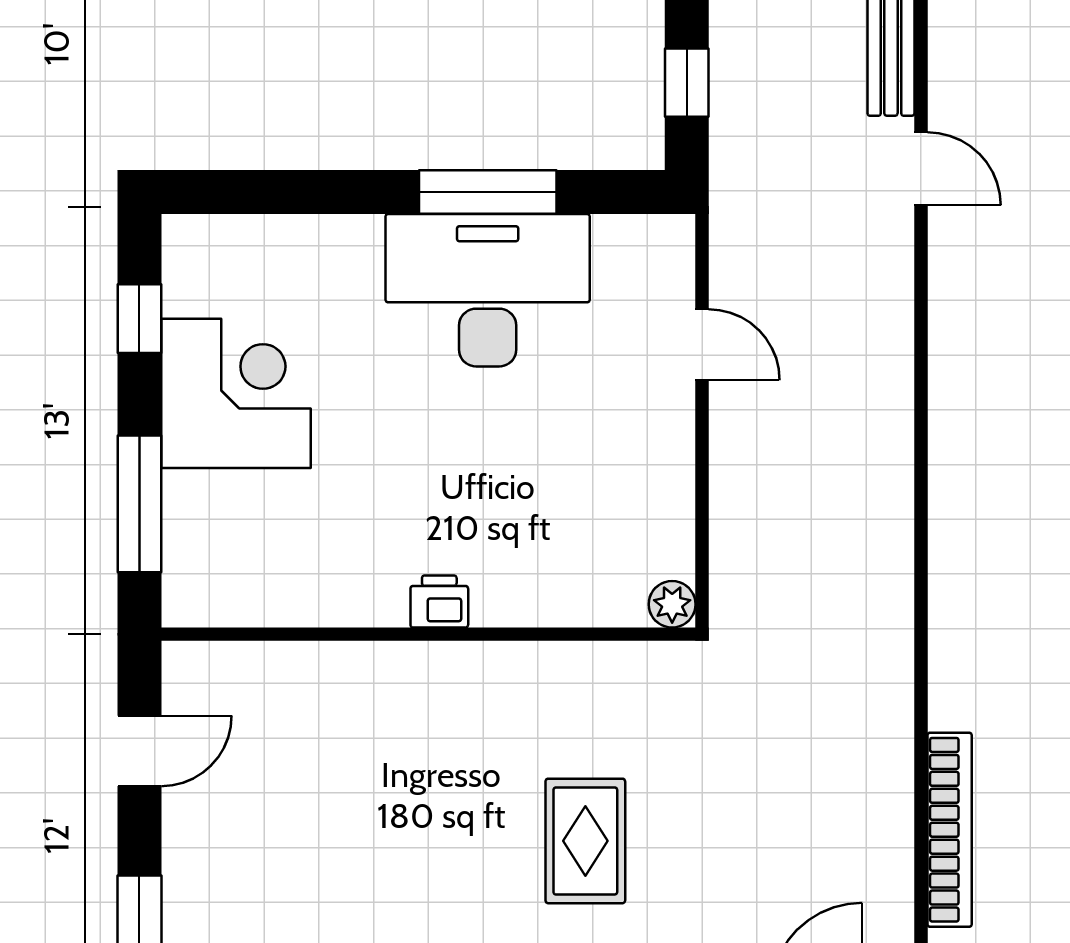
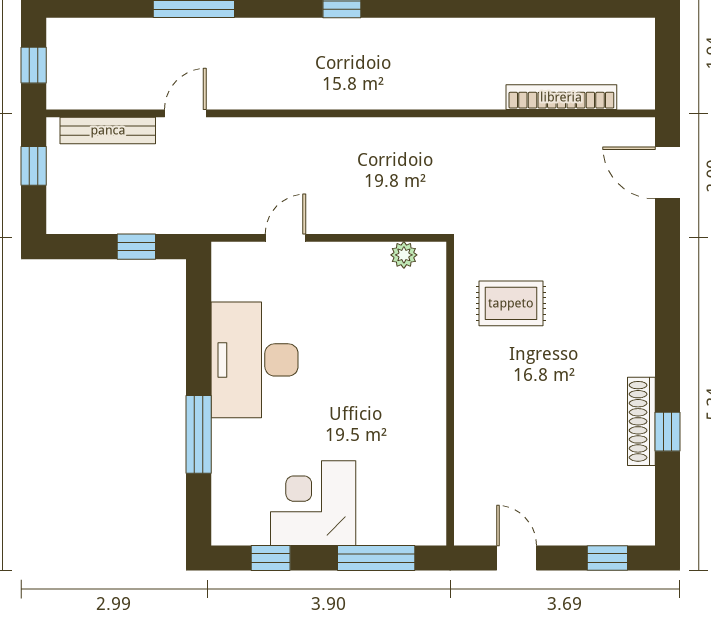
window: (488, 192) -> (199, 434), moved
printer: (439, 601) -> (432, 387), removed
plant: (672, 604) -> (404, 255), moved
rug: (585, 841) -> (511, 303), moved

